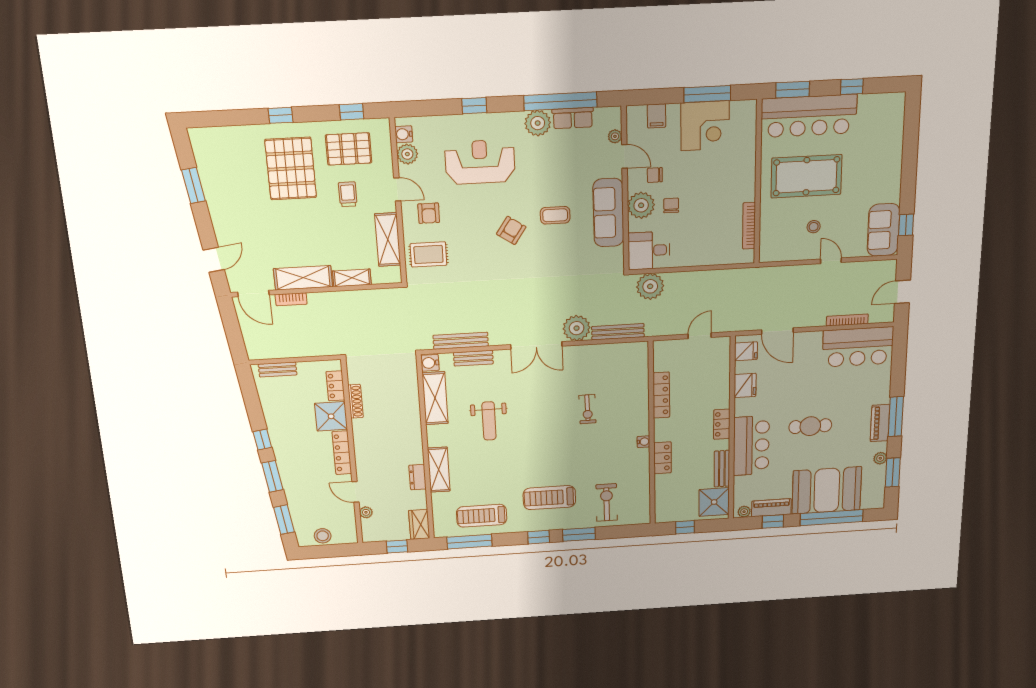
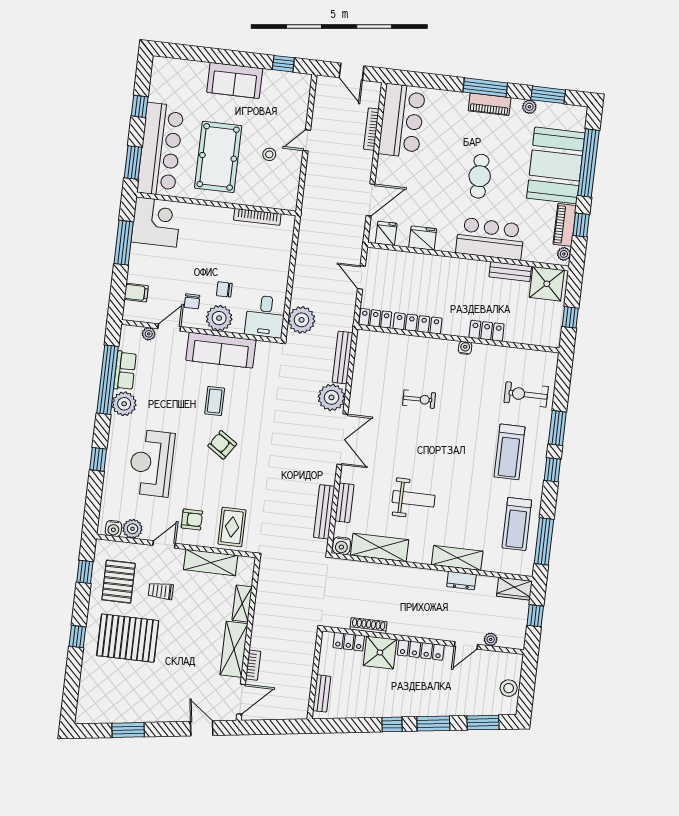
corner desk: (705, 126) -> (156, 222), moved
sofa: (883, 230) -> (235, 80), moved
locker: (722, 424) -> (375, 318), moved, turned 180

